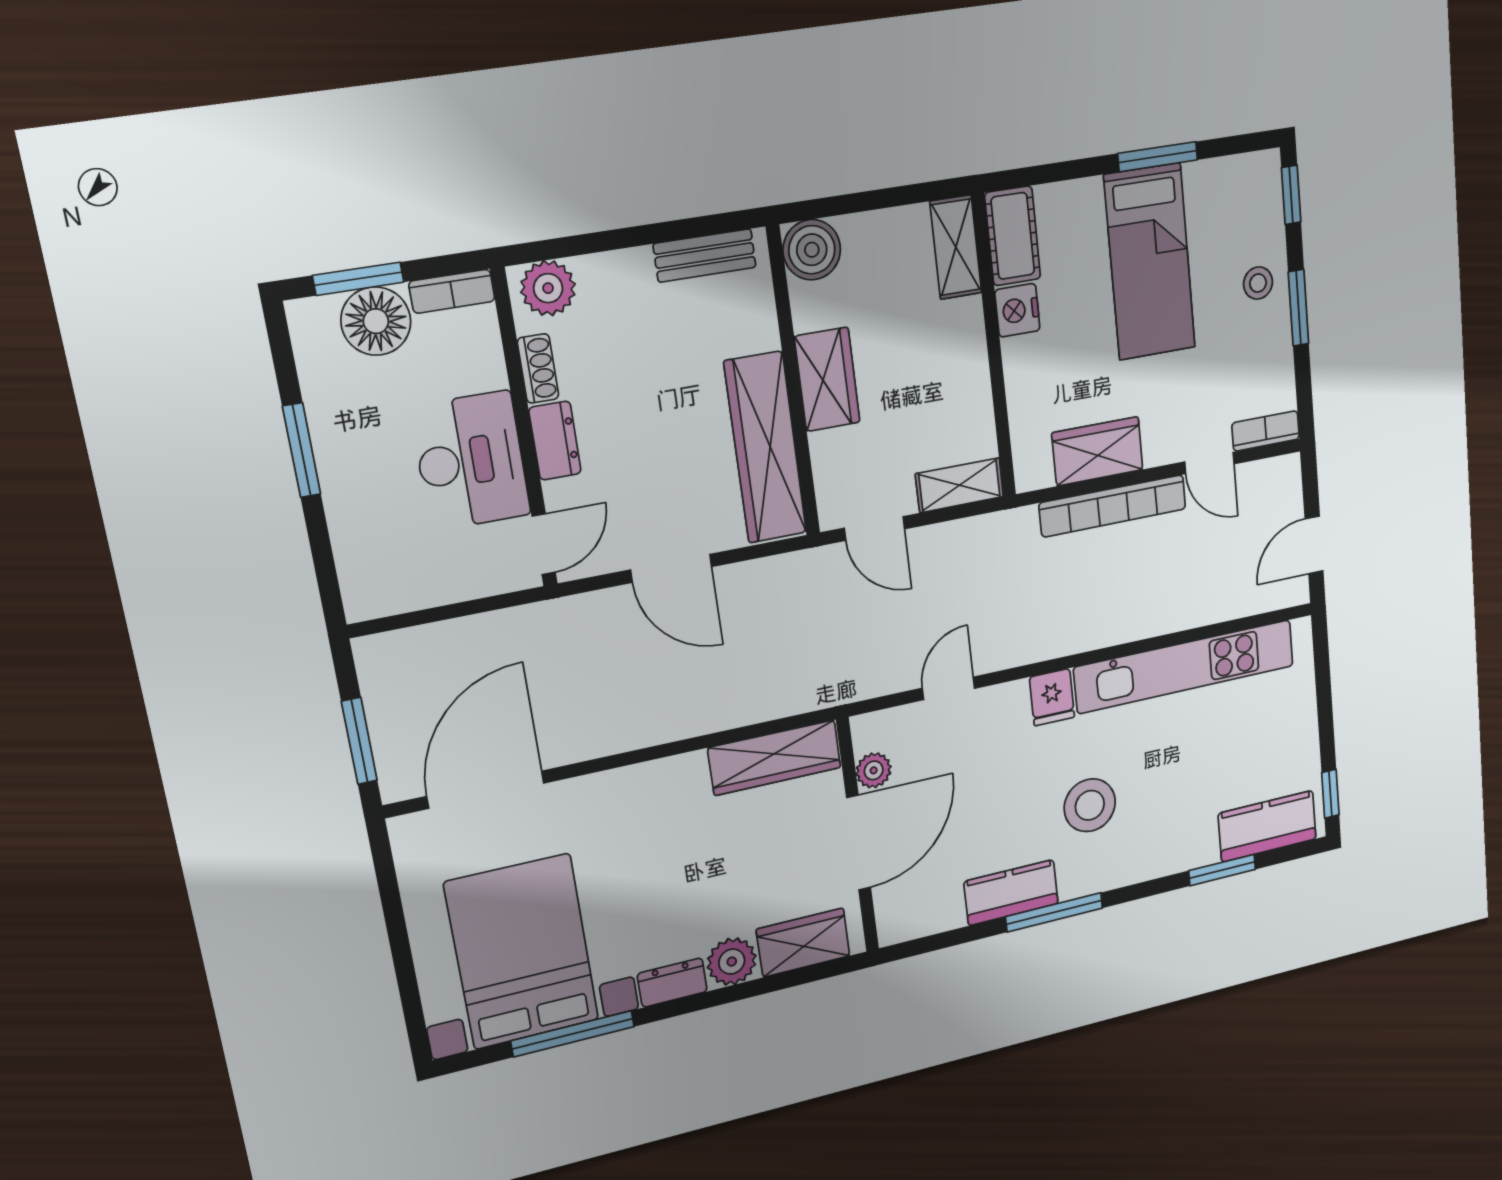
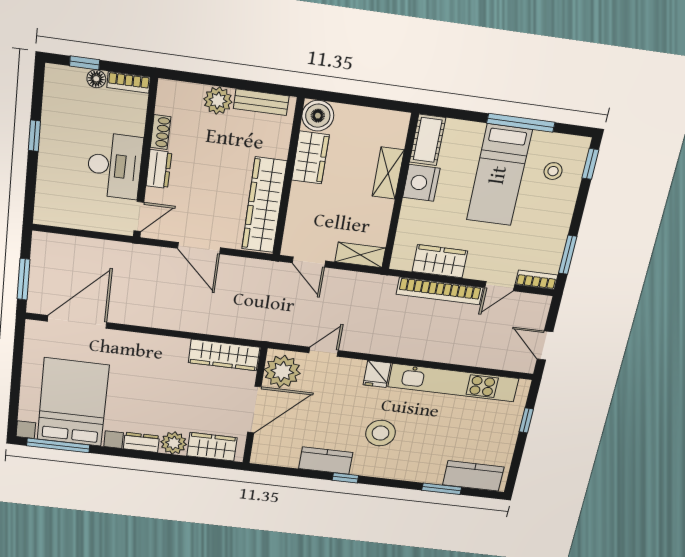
window: (1158, 157) -> (521, 123), width x1.44
shelving: (956, 247) -> (388, 173), moved
window: (358, 279) -> (85, 63), width x0.67
stool: (1258, 283) -> (553, 171), moved
plant: (548, 288) -> (218, 100), moved
window: (1299, 308) -> (568, 255), moved
nightstand: (1017, 310) -> (421, 183), width x1.36, depth x1.33
floor lamp: (376, 321) -> (96, 79), width x0.53, depth x0.53
wardrobe: (827, 379) -> (310, 158), moved
window: (302, 450) -> (34, 136), width x0.67
door: (1209, 463) -> (500, 286), hinge flipped
door: (1314, 545) -> (545, 346), hinge flipped
plant: (874, 770) -> (282, 371), width x1.87, depth x1.87
window: (1330, 794) -> (526, 420), moved
window: (1054, 912) -> (345, 478), width x0.46
window: (573, 1034) -> (58, 445), moved

